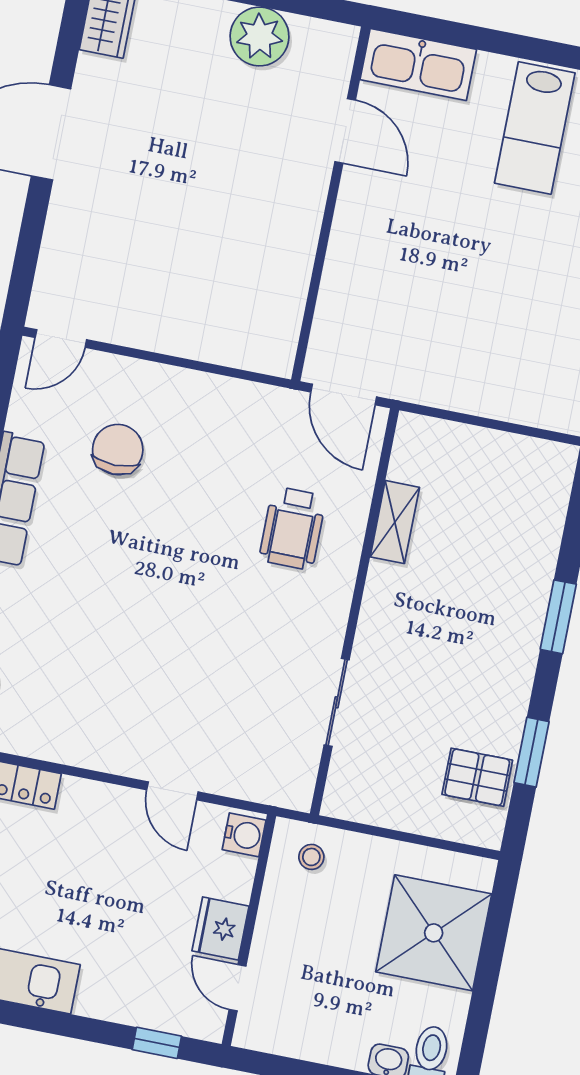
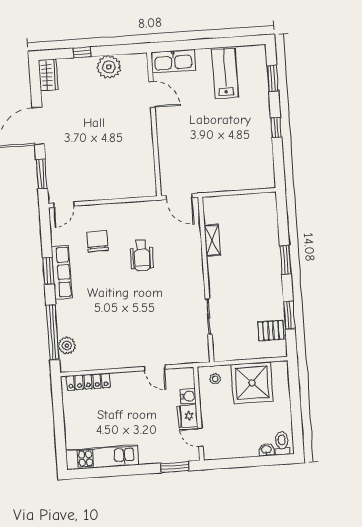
lab bench: (535, 128) -> (225, 73), turned 180
window: (28, 250) -> (42, 174), added
wheelchair: (293, 528) -> (142, 255), moved
water cooler: (244, 835) -> (188, 396), moved
shower: (434, 933) -> (252, 383), moved
window: (157, 1043) -> (175, 467), width x1.50

